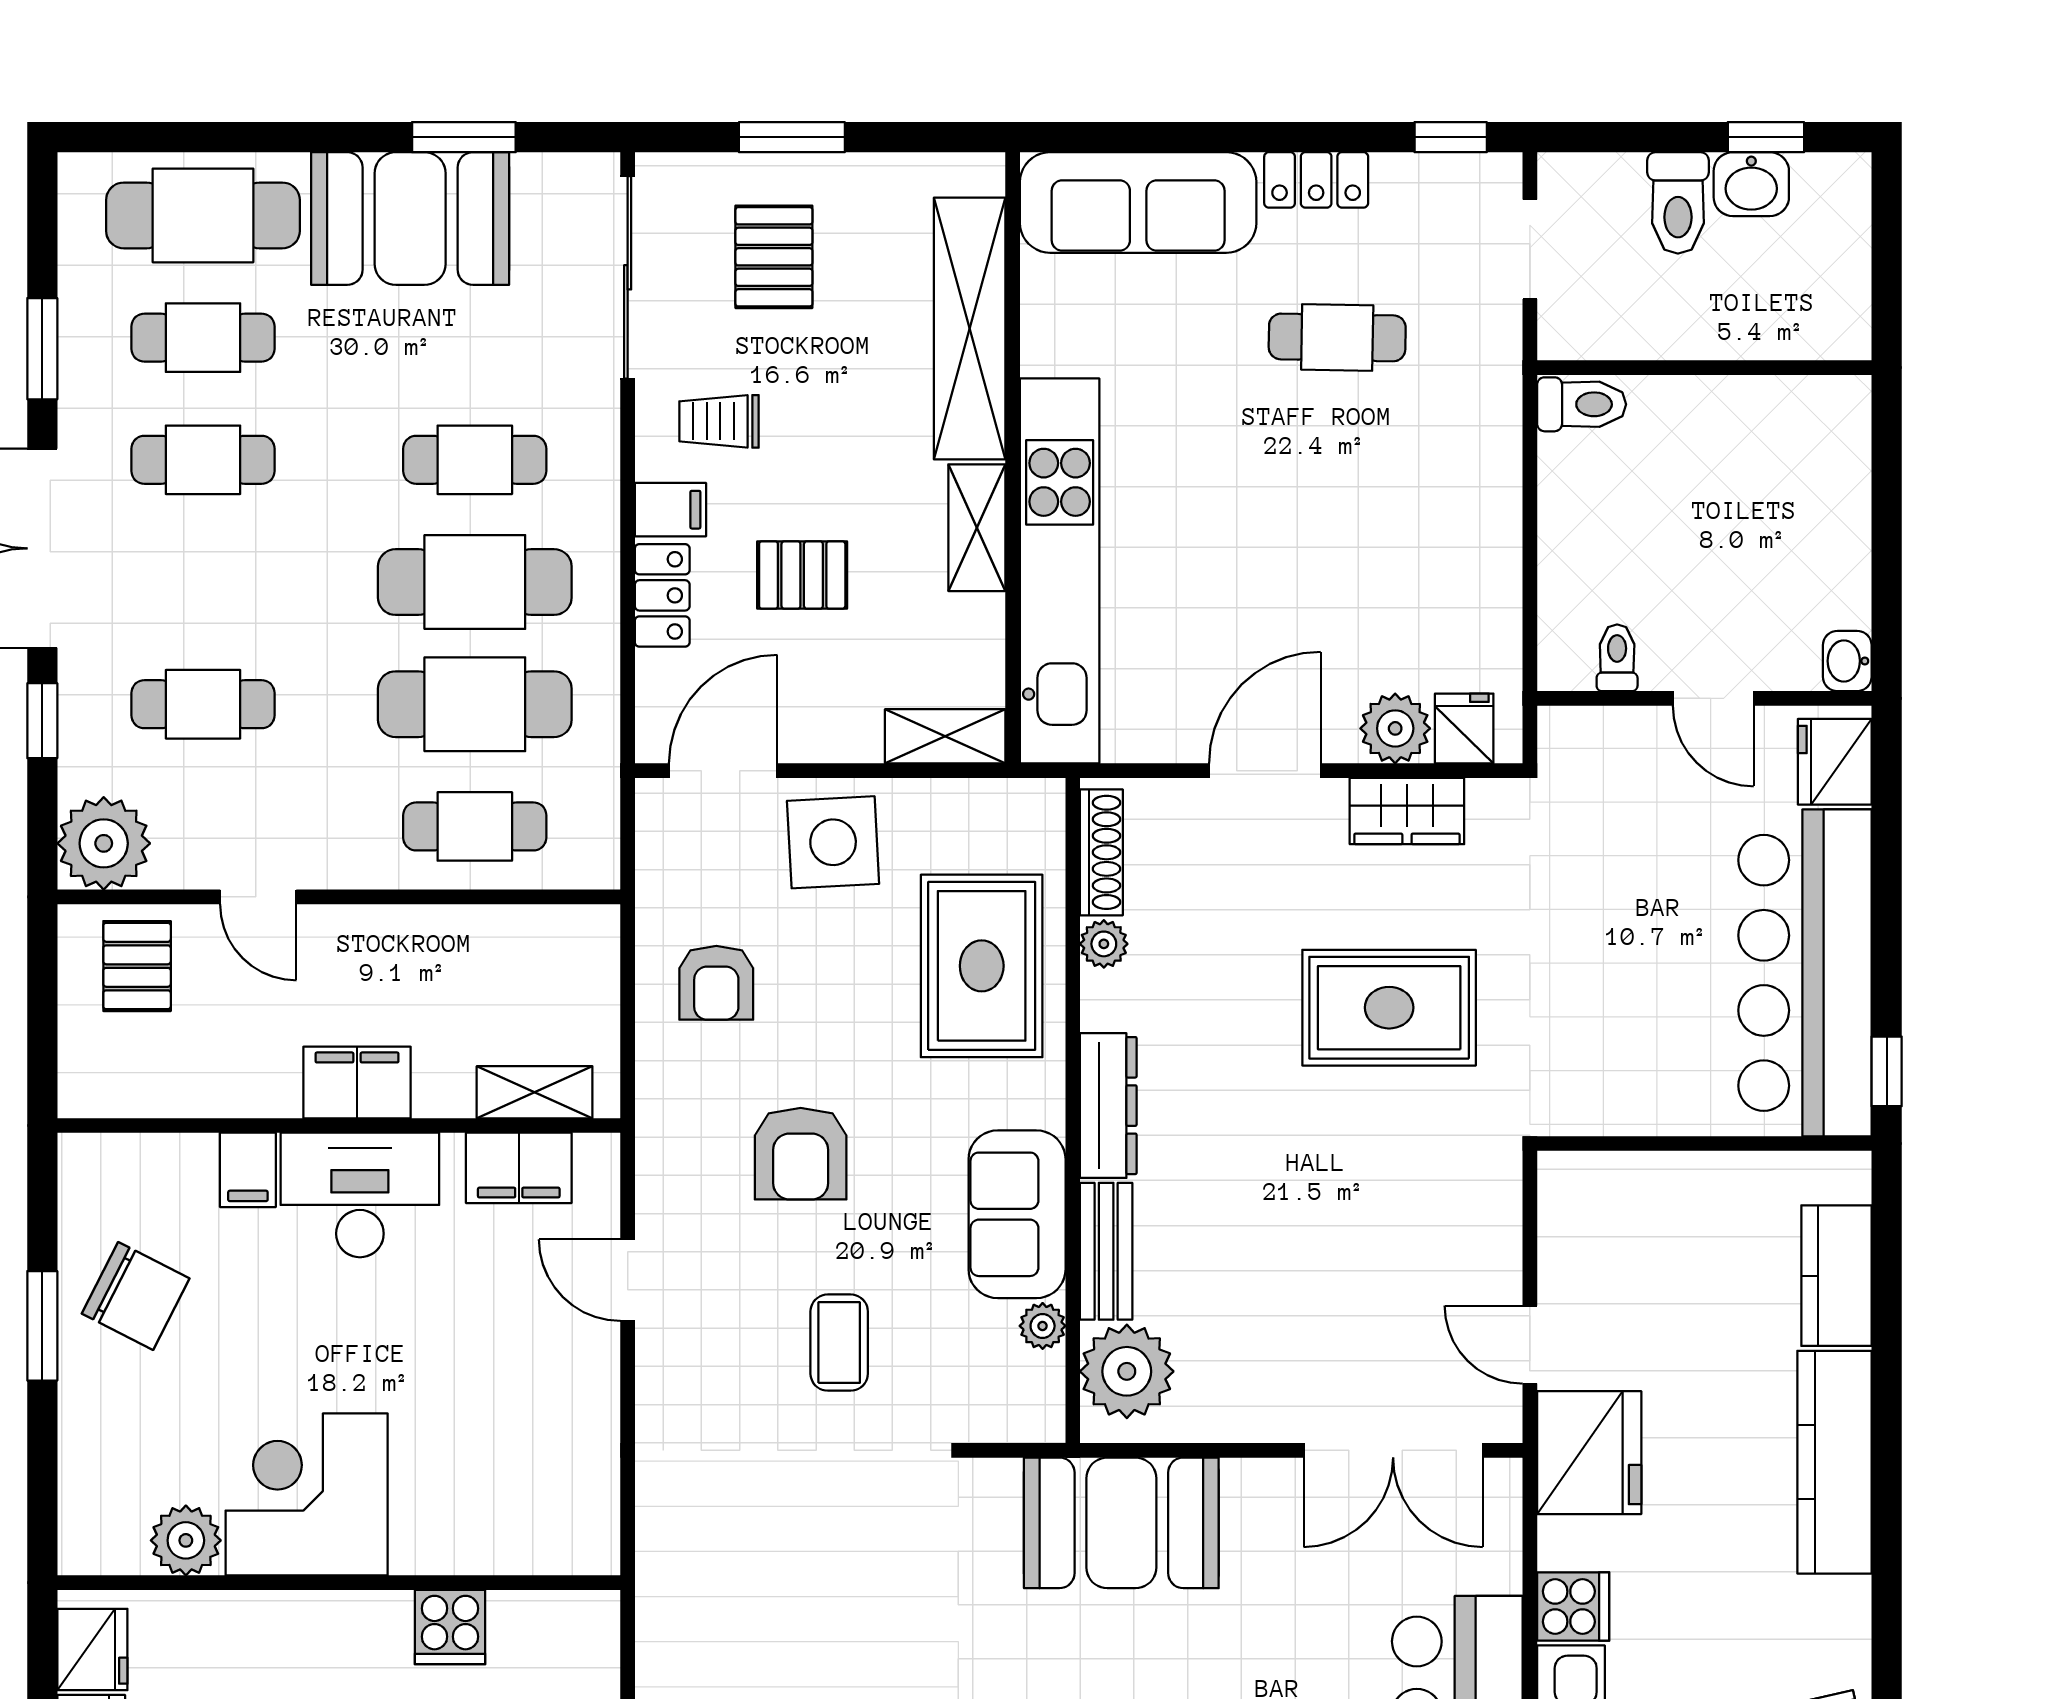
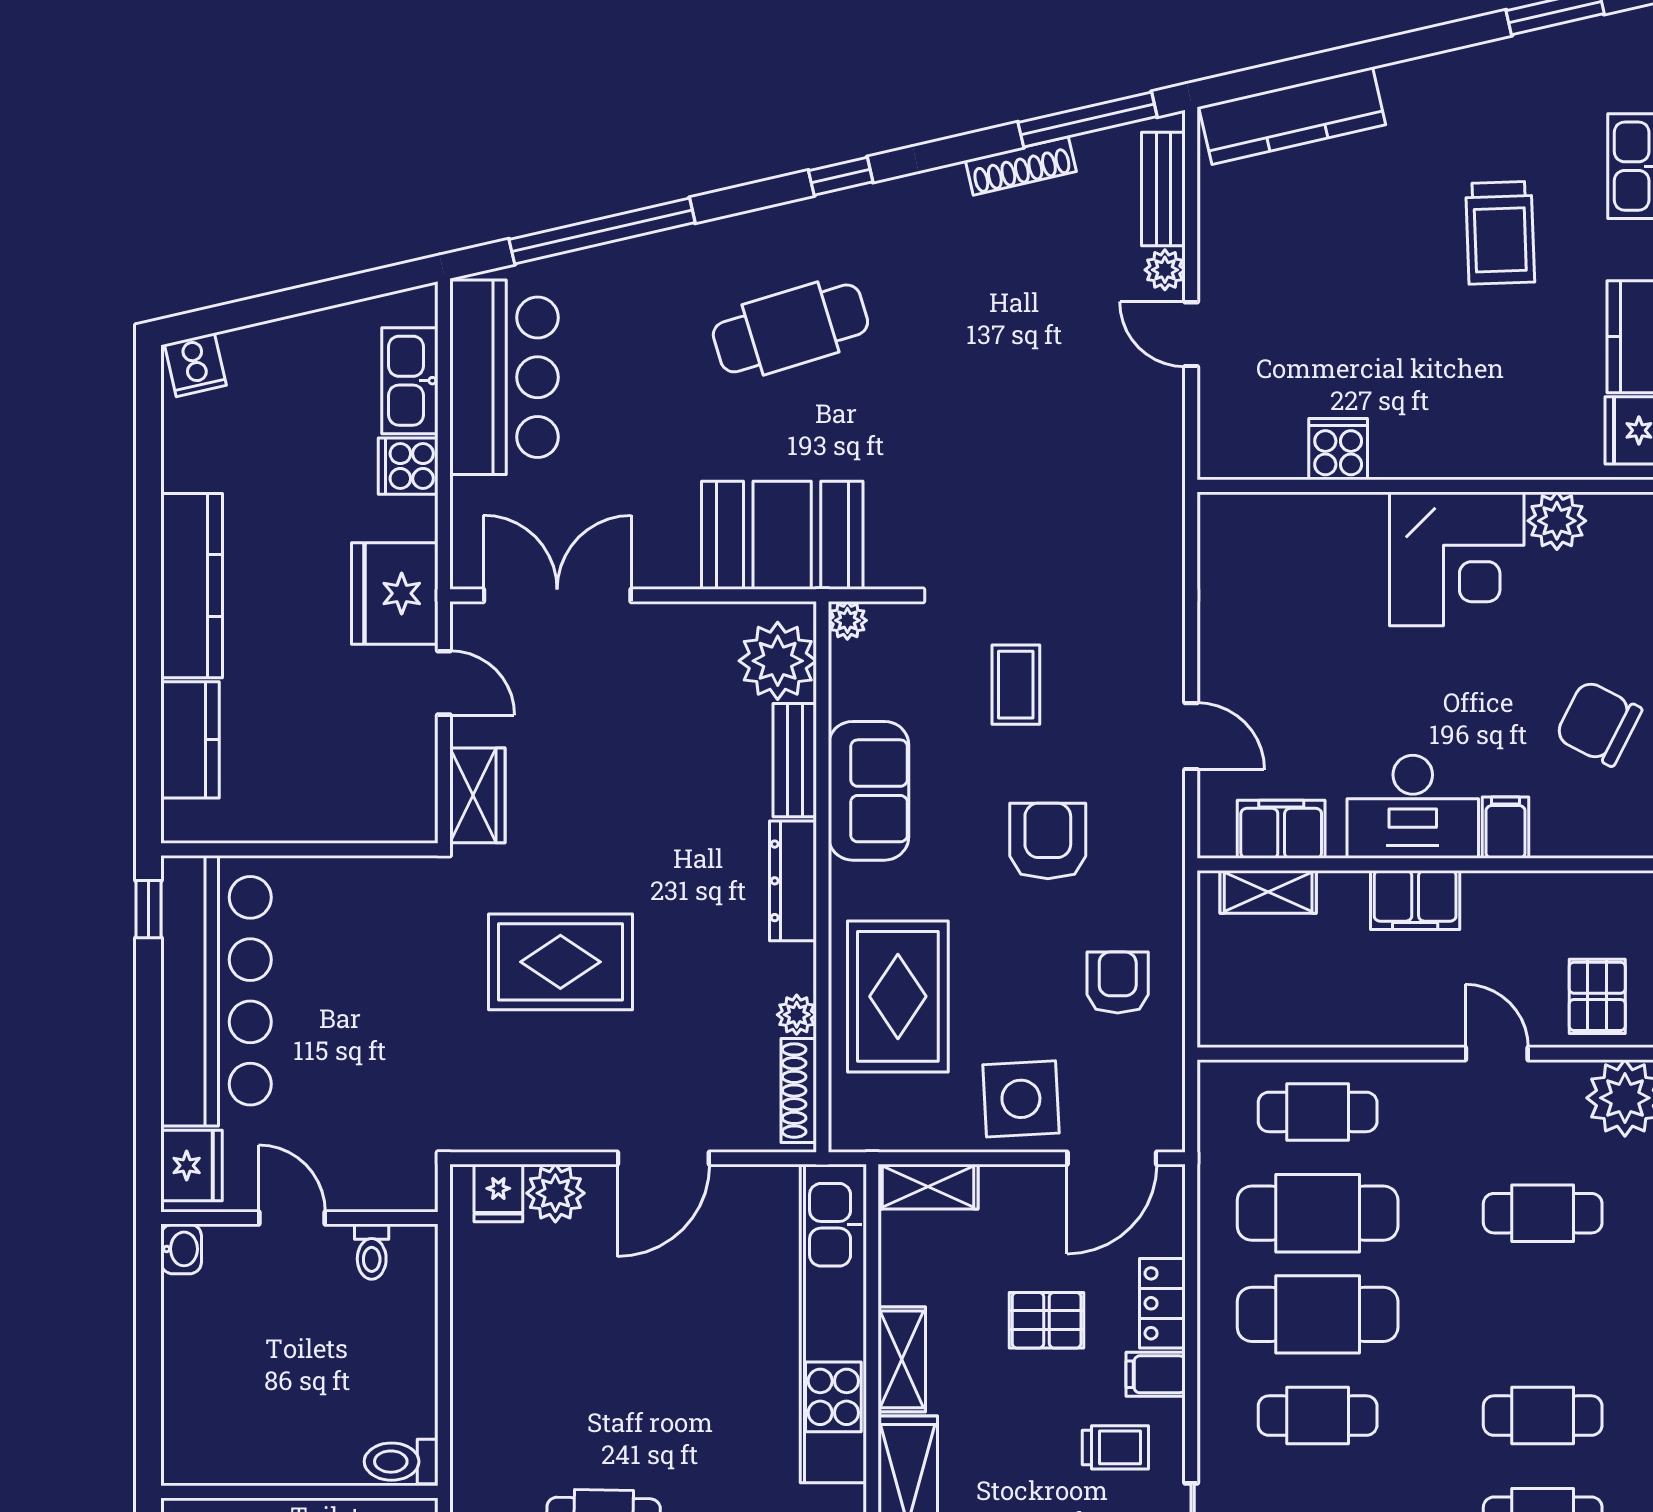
wardrobe: (1407, 811) -> (477, 795), moved, turned 90
plant: (1043, 1326) -> (847, 620), moved

